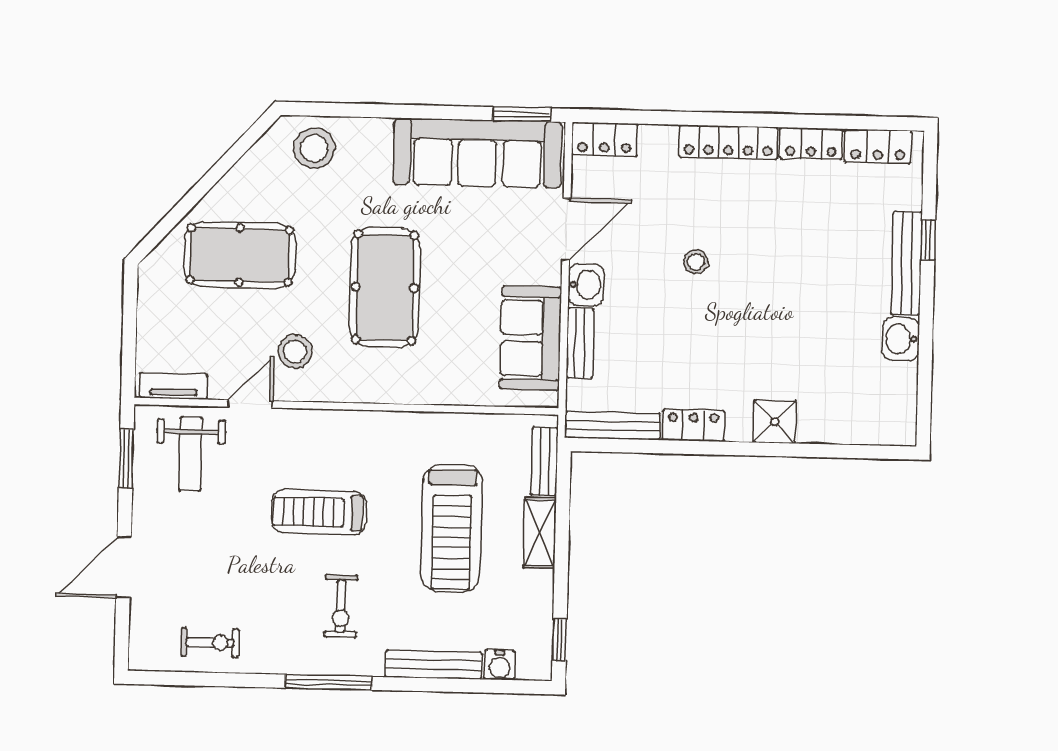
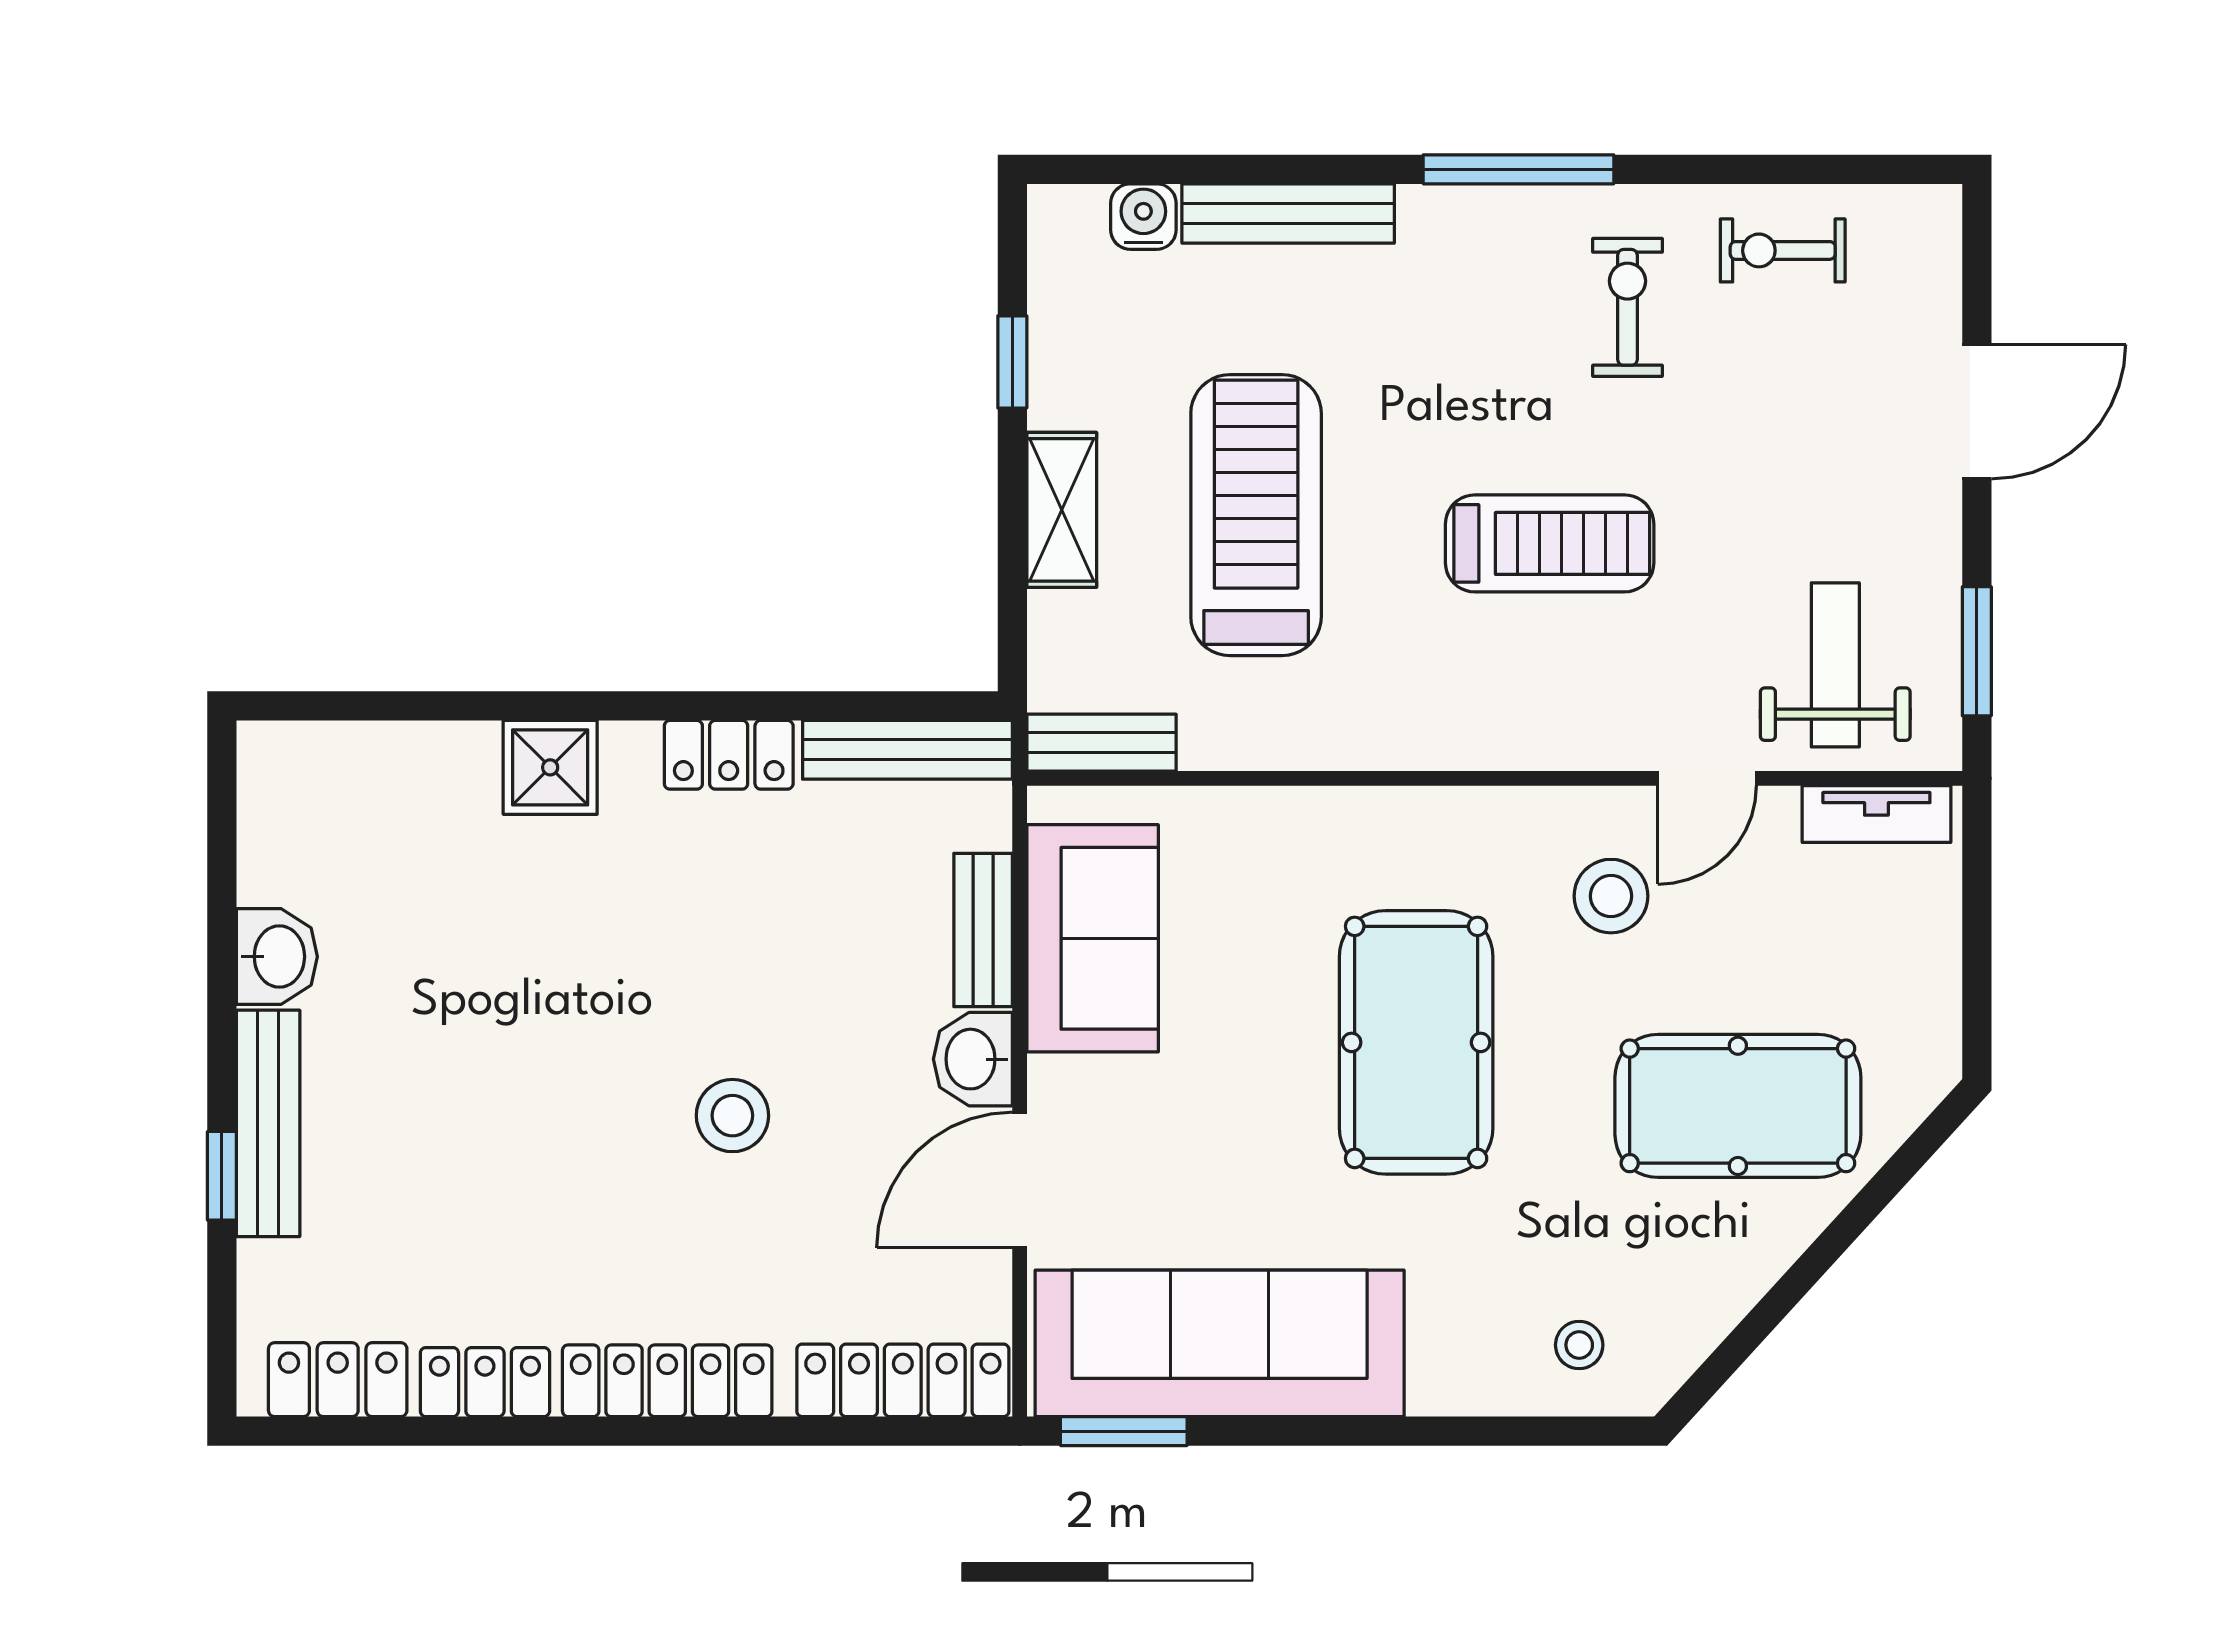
locker: (604, 139) -> (903, 1380), width x1.53
stool: (314, 148) -> (1579, 1345), width x0.53, depth x0.53
stool: (696, 262) -> (732, 1116), width x1.37, depth x1.37
bench: (544, 461) -> (1102, 743), moved, turned 90
exercise bike: (341, 606) -> (1627, 307), moved
window: (560, 640) -> (1012, 362), moved

